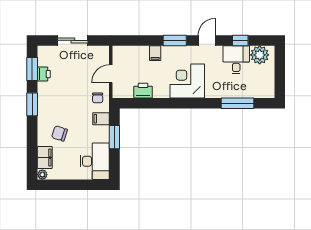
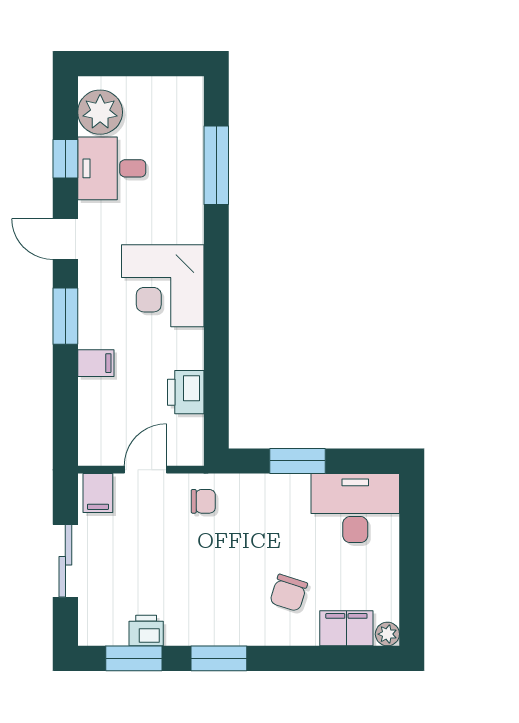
door: (111, 74) -> (145, 470), swing flipped
filing cabinet: (101, 119) -> (98, 493), moved

